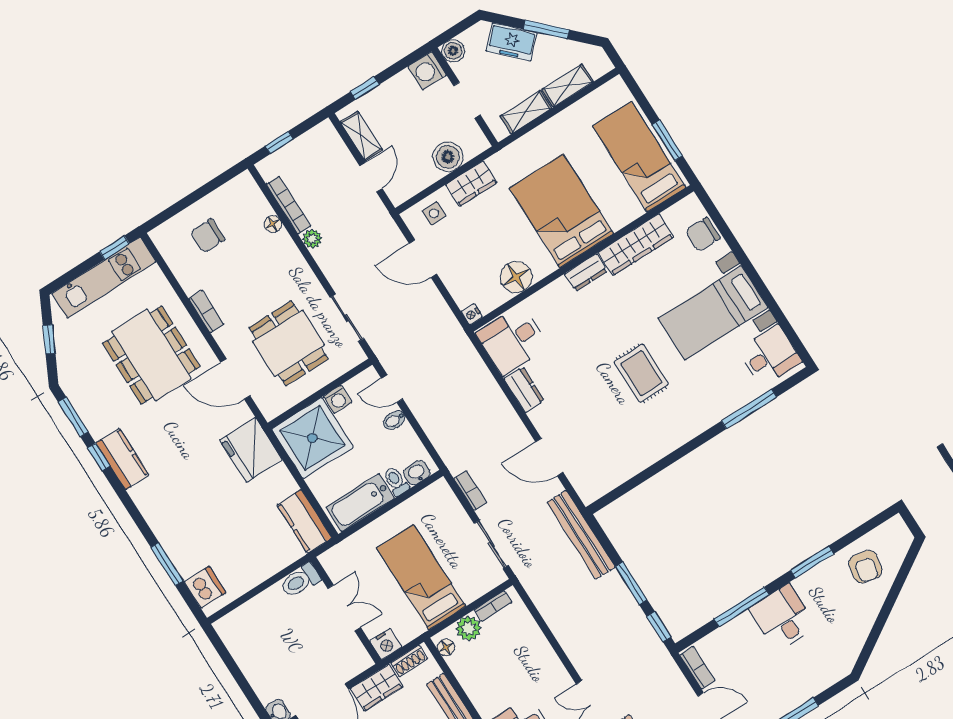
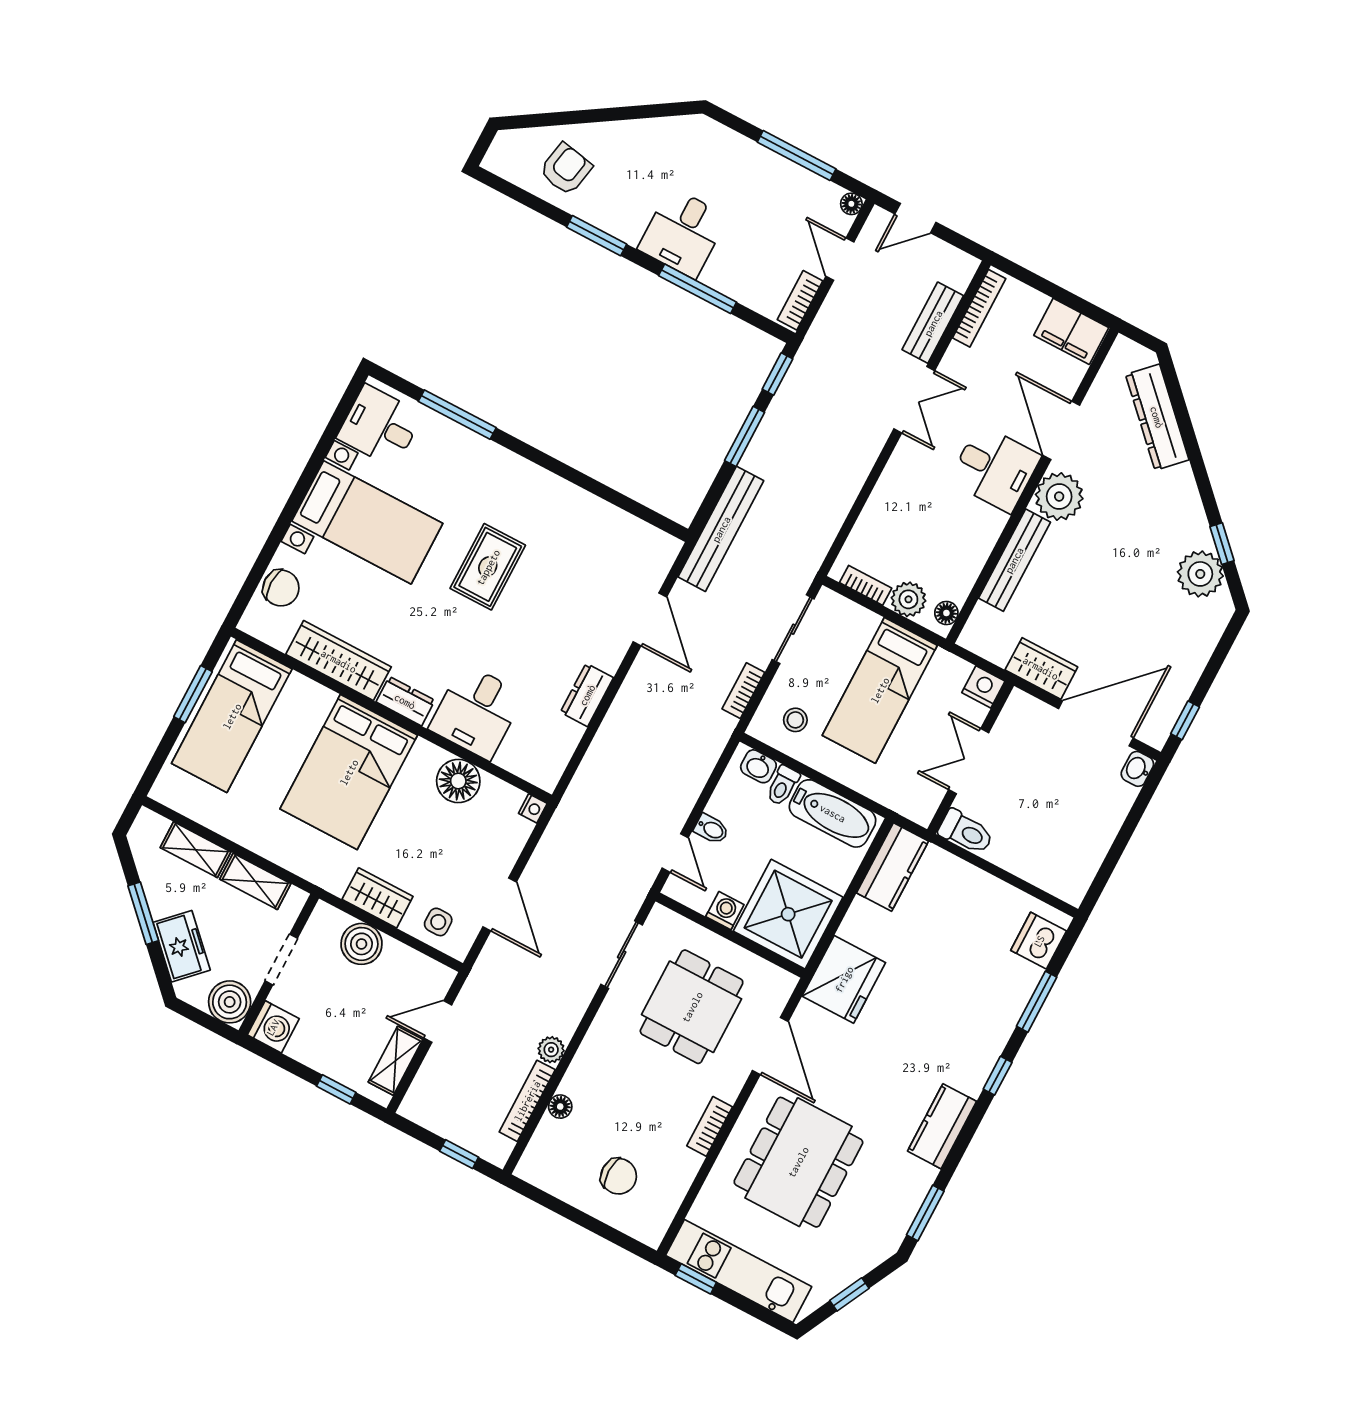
boiler: (453, 51) -> (230, 1002), width x1.36, depth x1.36
desk: (512, 340) -> (477, 712), moved, turned 90
window: (99, 457) -> (998, 1076), moved
stool: (433, 513) -> (795, 720), added
shoe rack: (409, 661) -> (987, 648), removed

